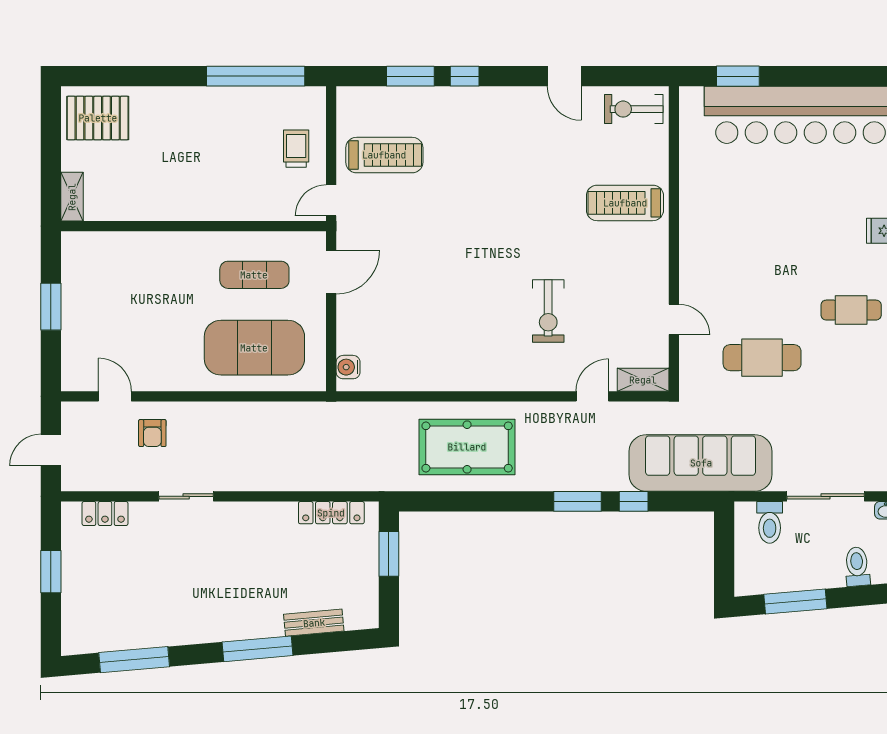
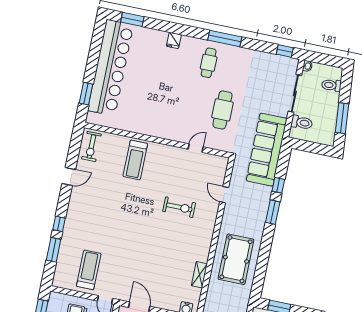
shelving: (643, 380) -> (199, 275), moved

